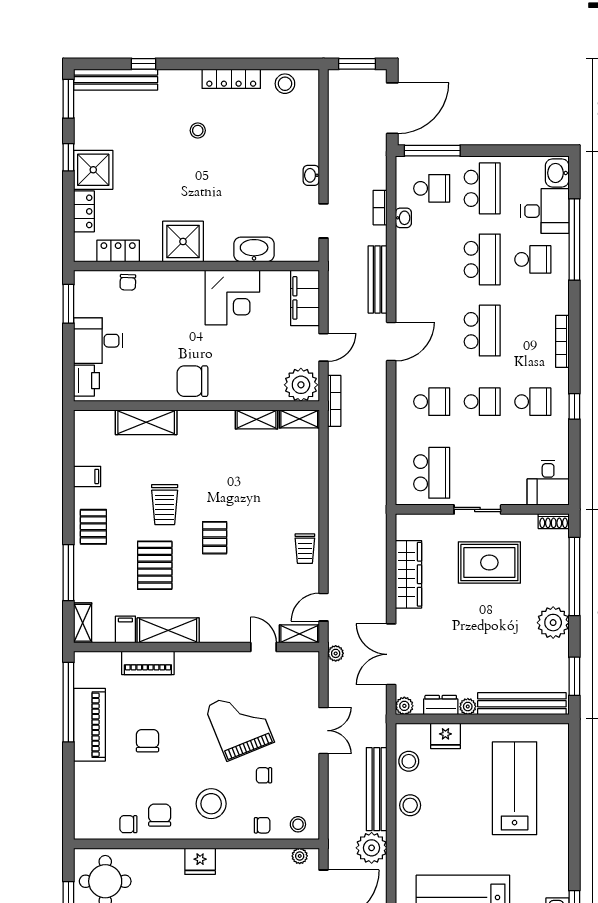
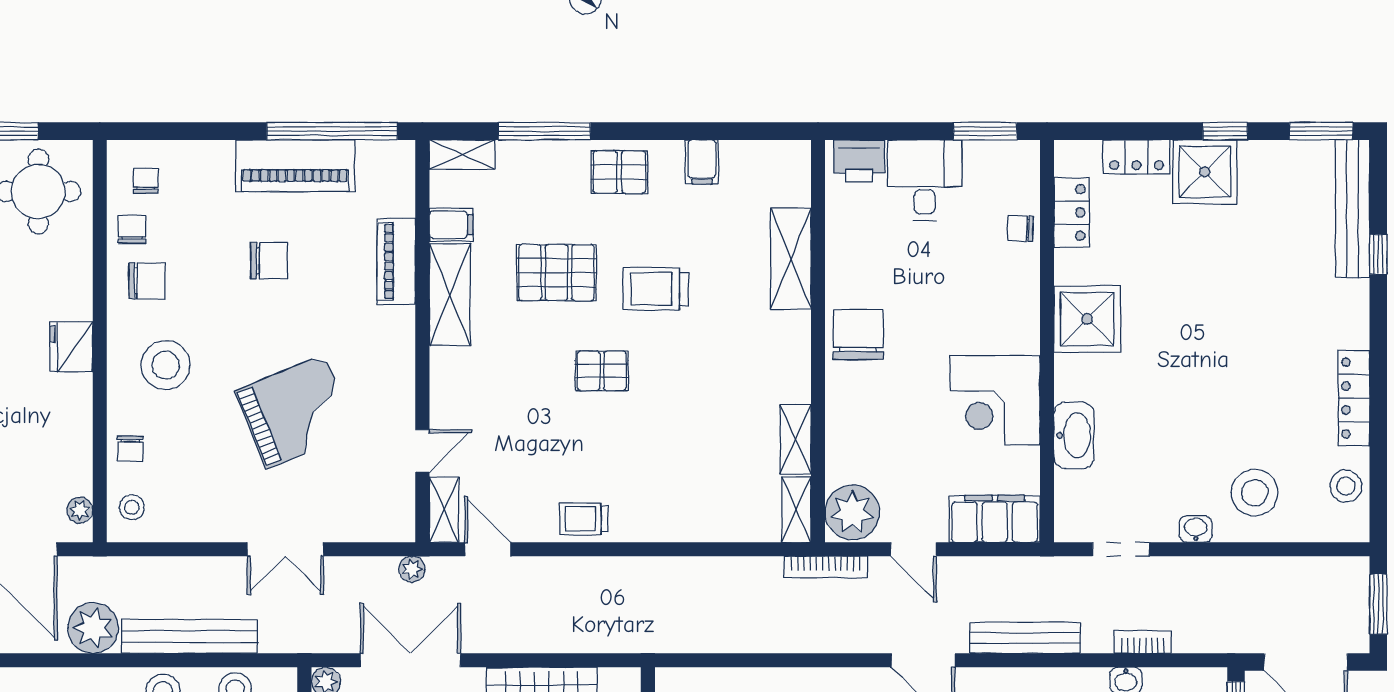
stool: (198, 130) -> (1255, 493), moved, width x1.89, depth x1.89
chair: (264, 775) -> (146, 181), moved

